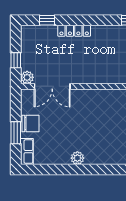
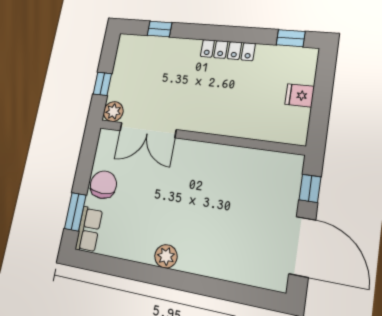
locker: (74, 31) -> (228, 50), moved
chair: (30, 124) -> (103, 185), turned -90
window: (16, 133) -> (75, 212), moved

